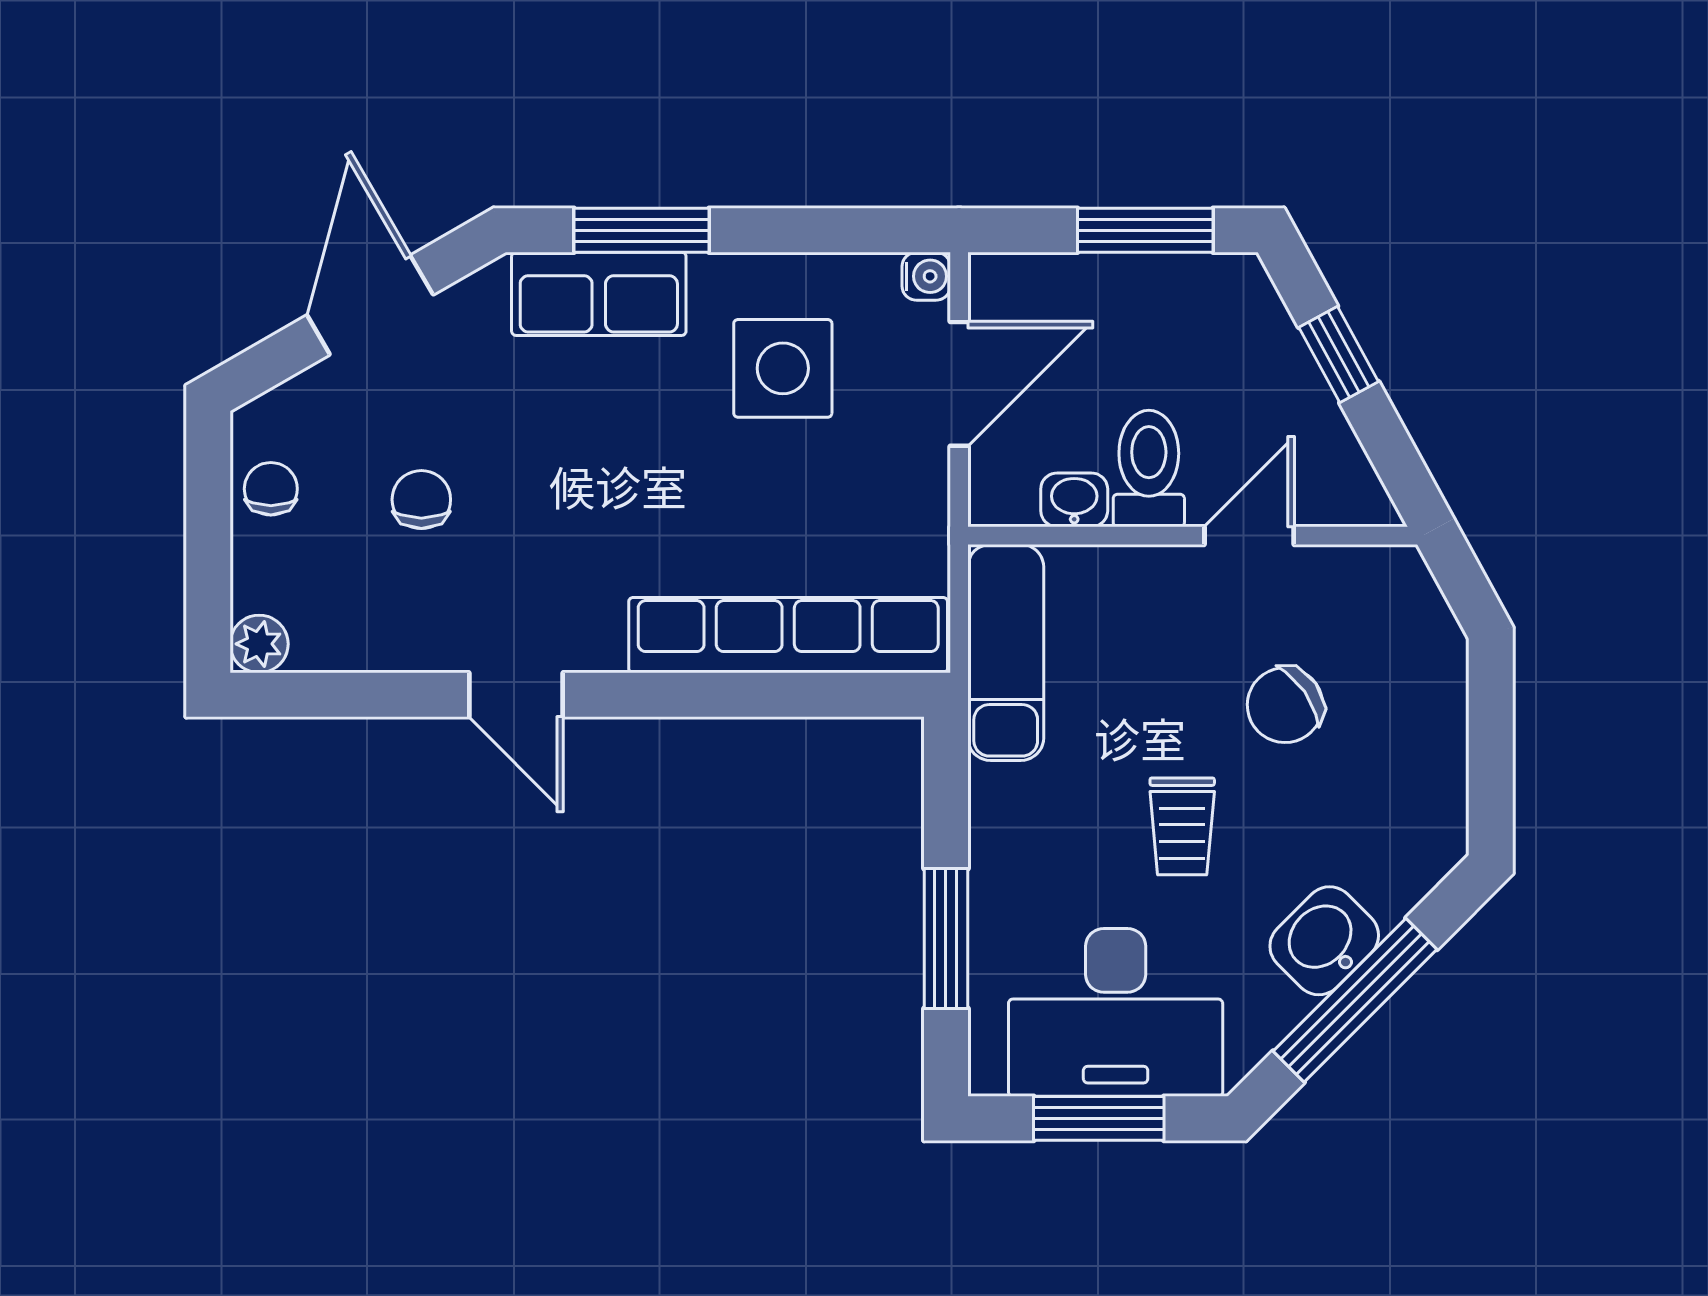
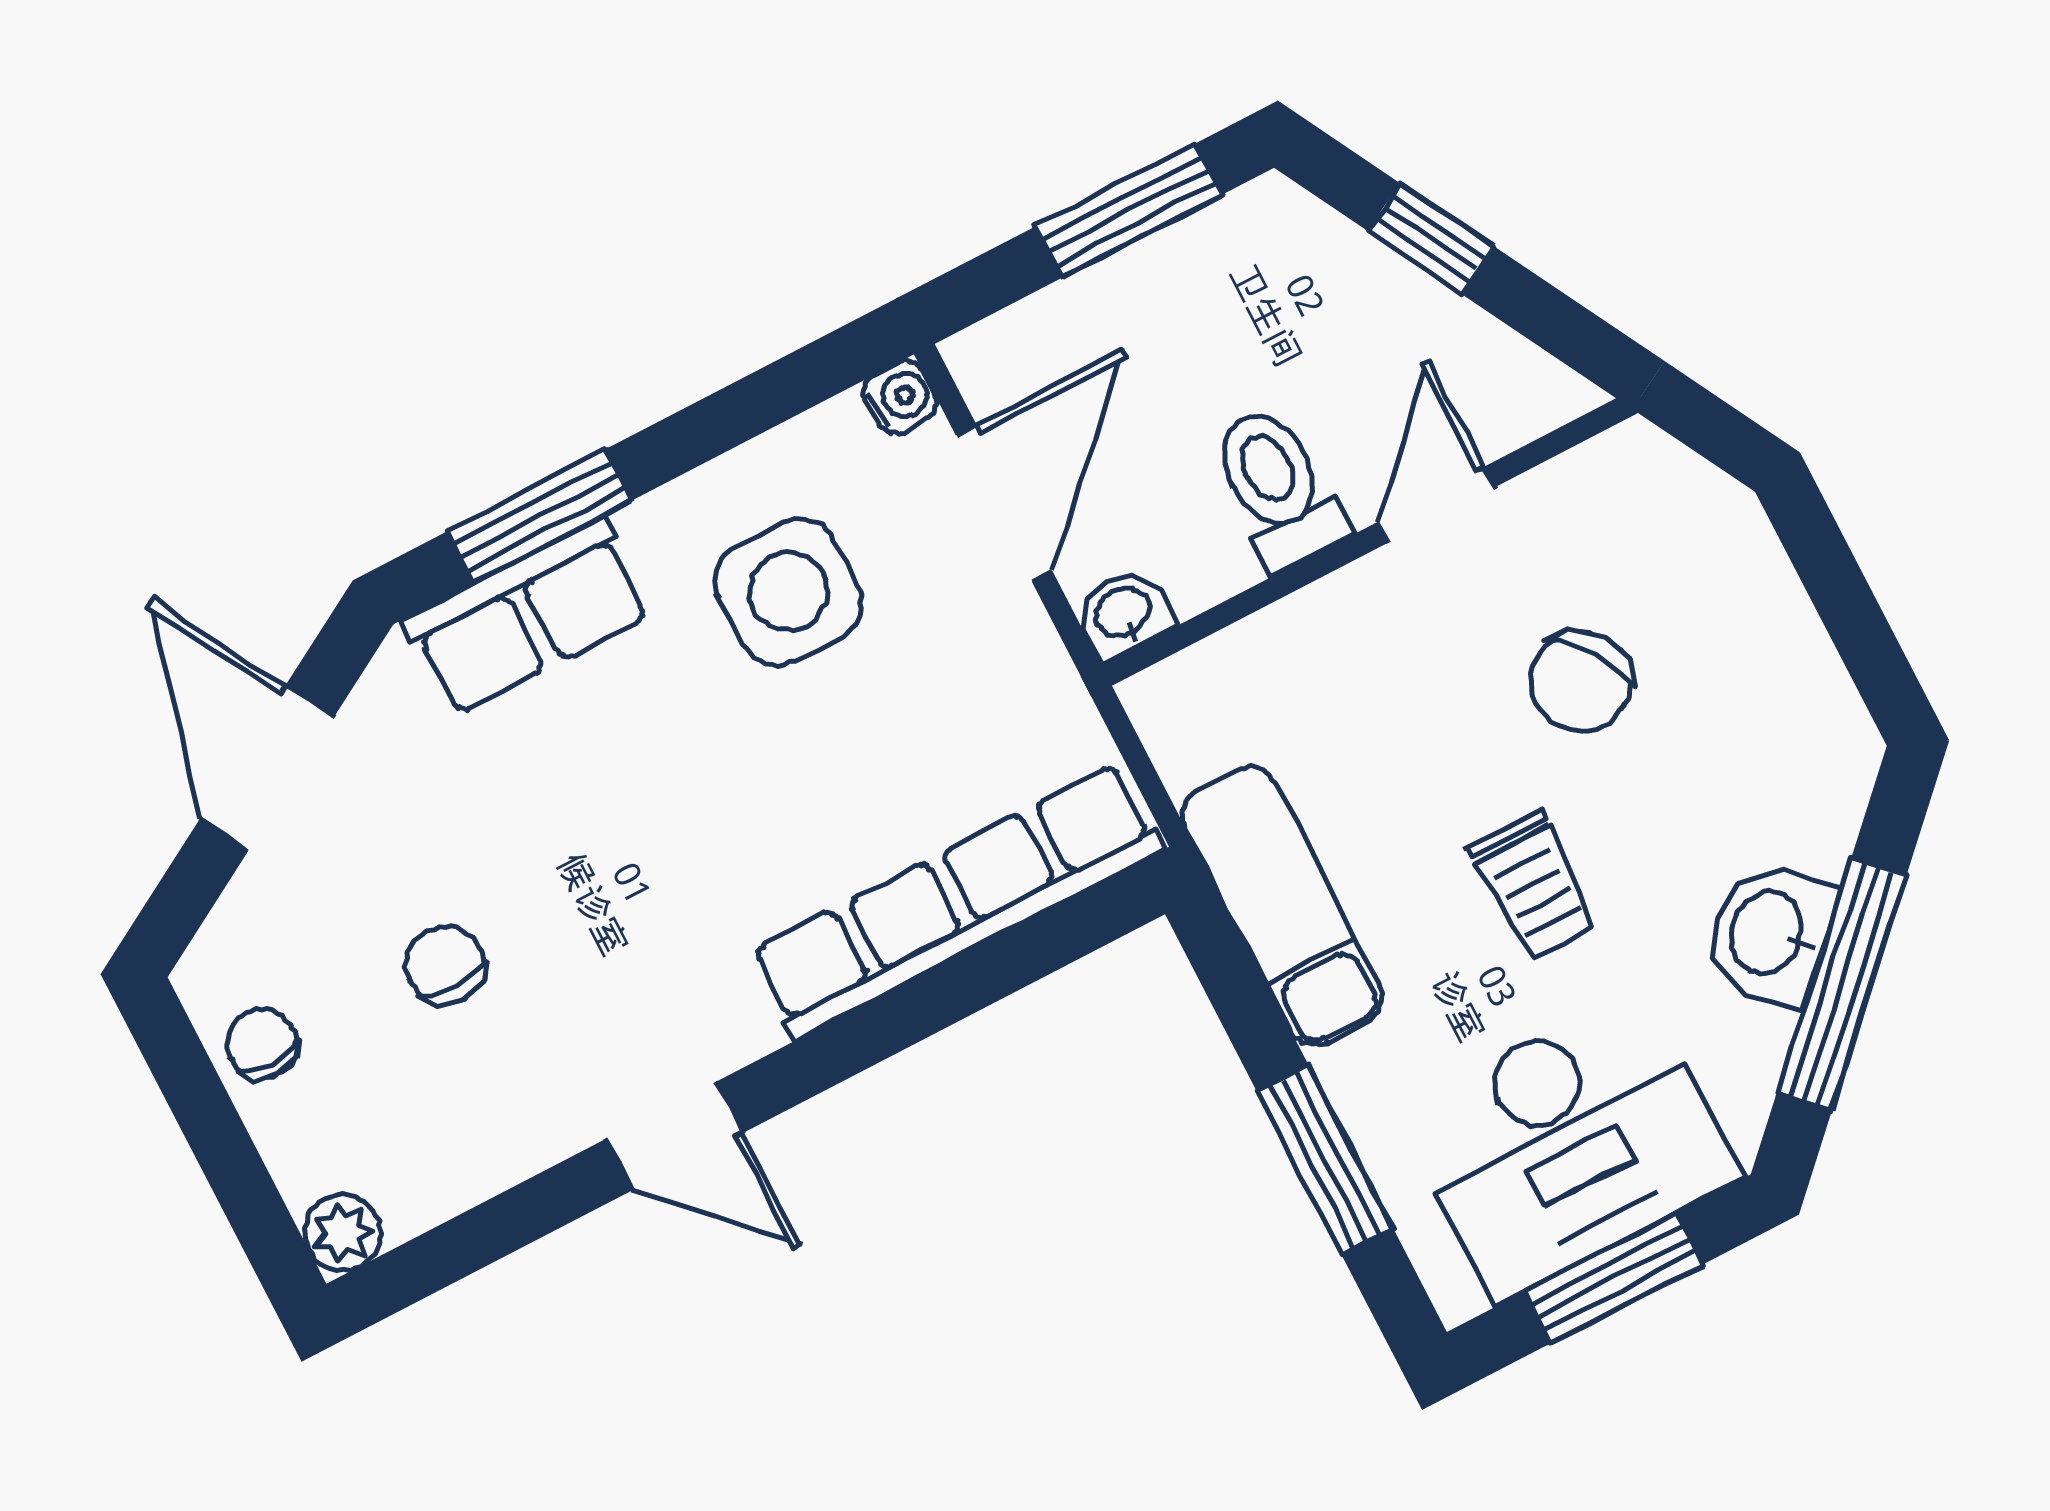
washbasin: (1074, 500) -> (1124, 613), moved
exam couch: (1006, 652) -> (1282, 906), moved

